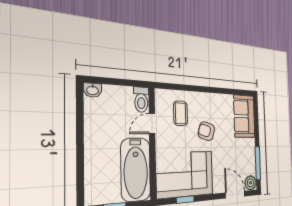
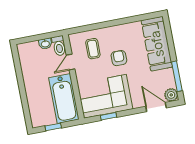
washbasin: (93, 90) -> (45, 44), moved
sofa: (244, 116) -> (157, 44), width x1.36
armchair: (206, 131) -> (119, 58), turned 73

